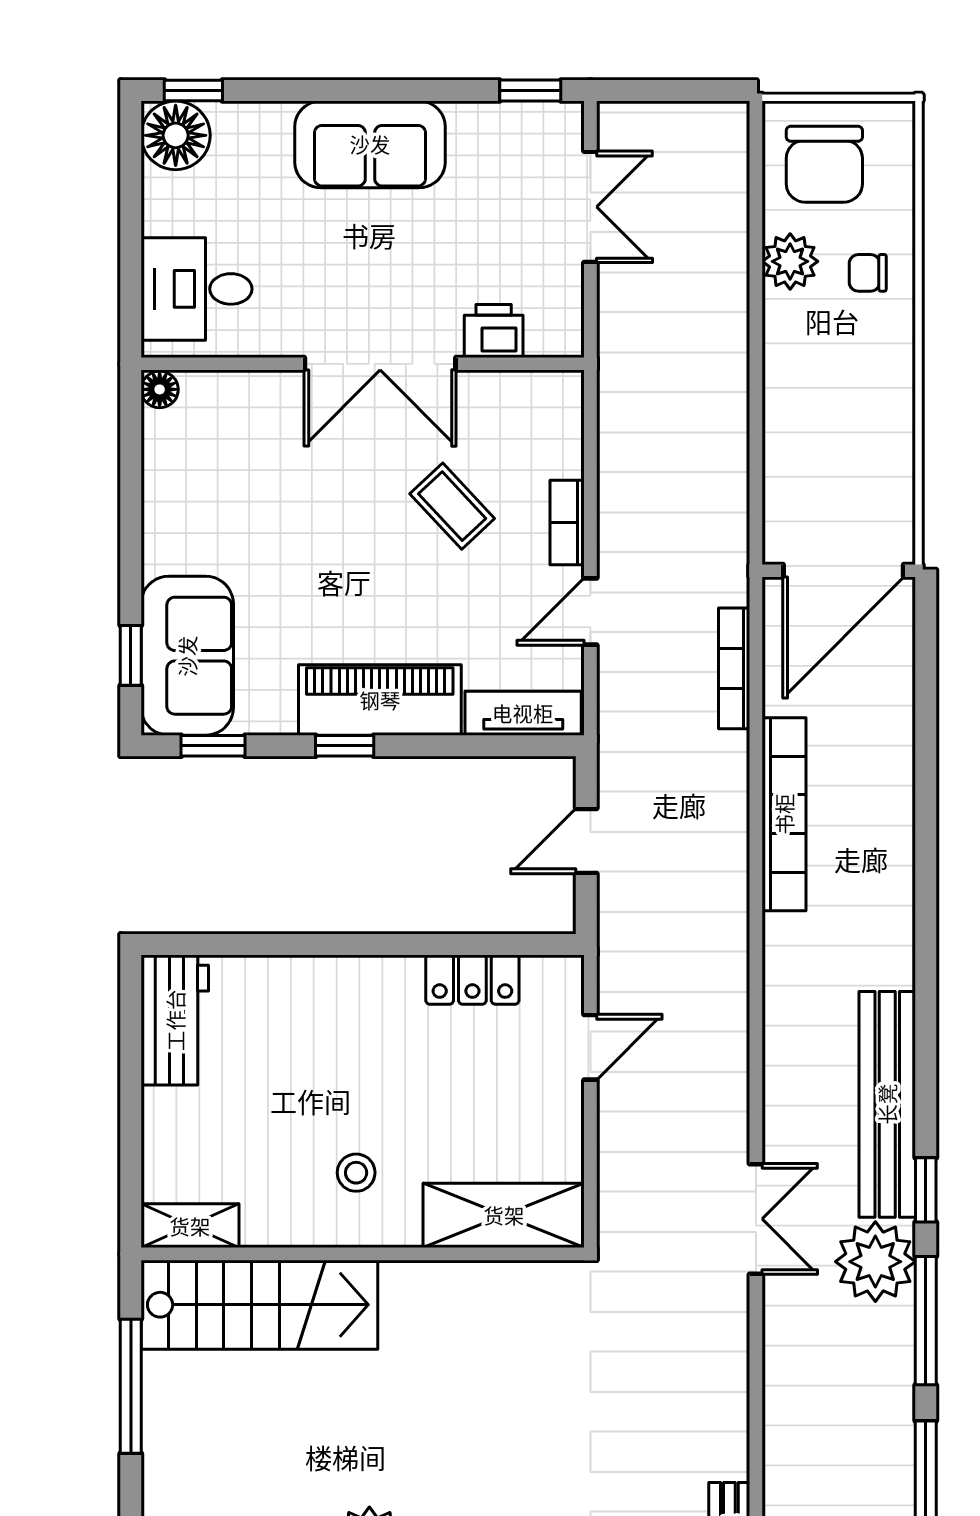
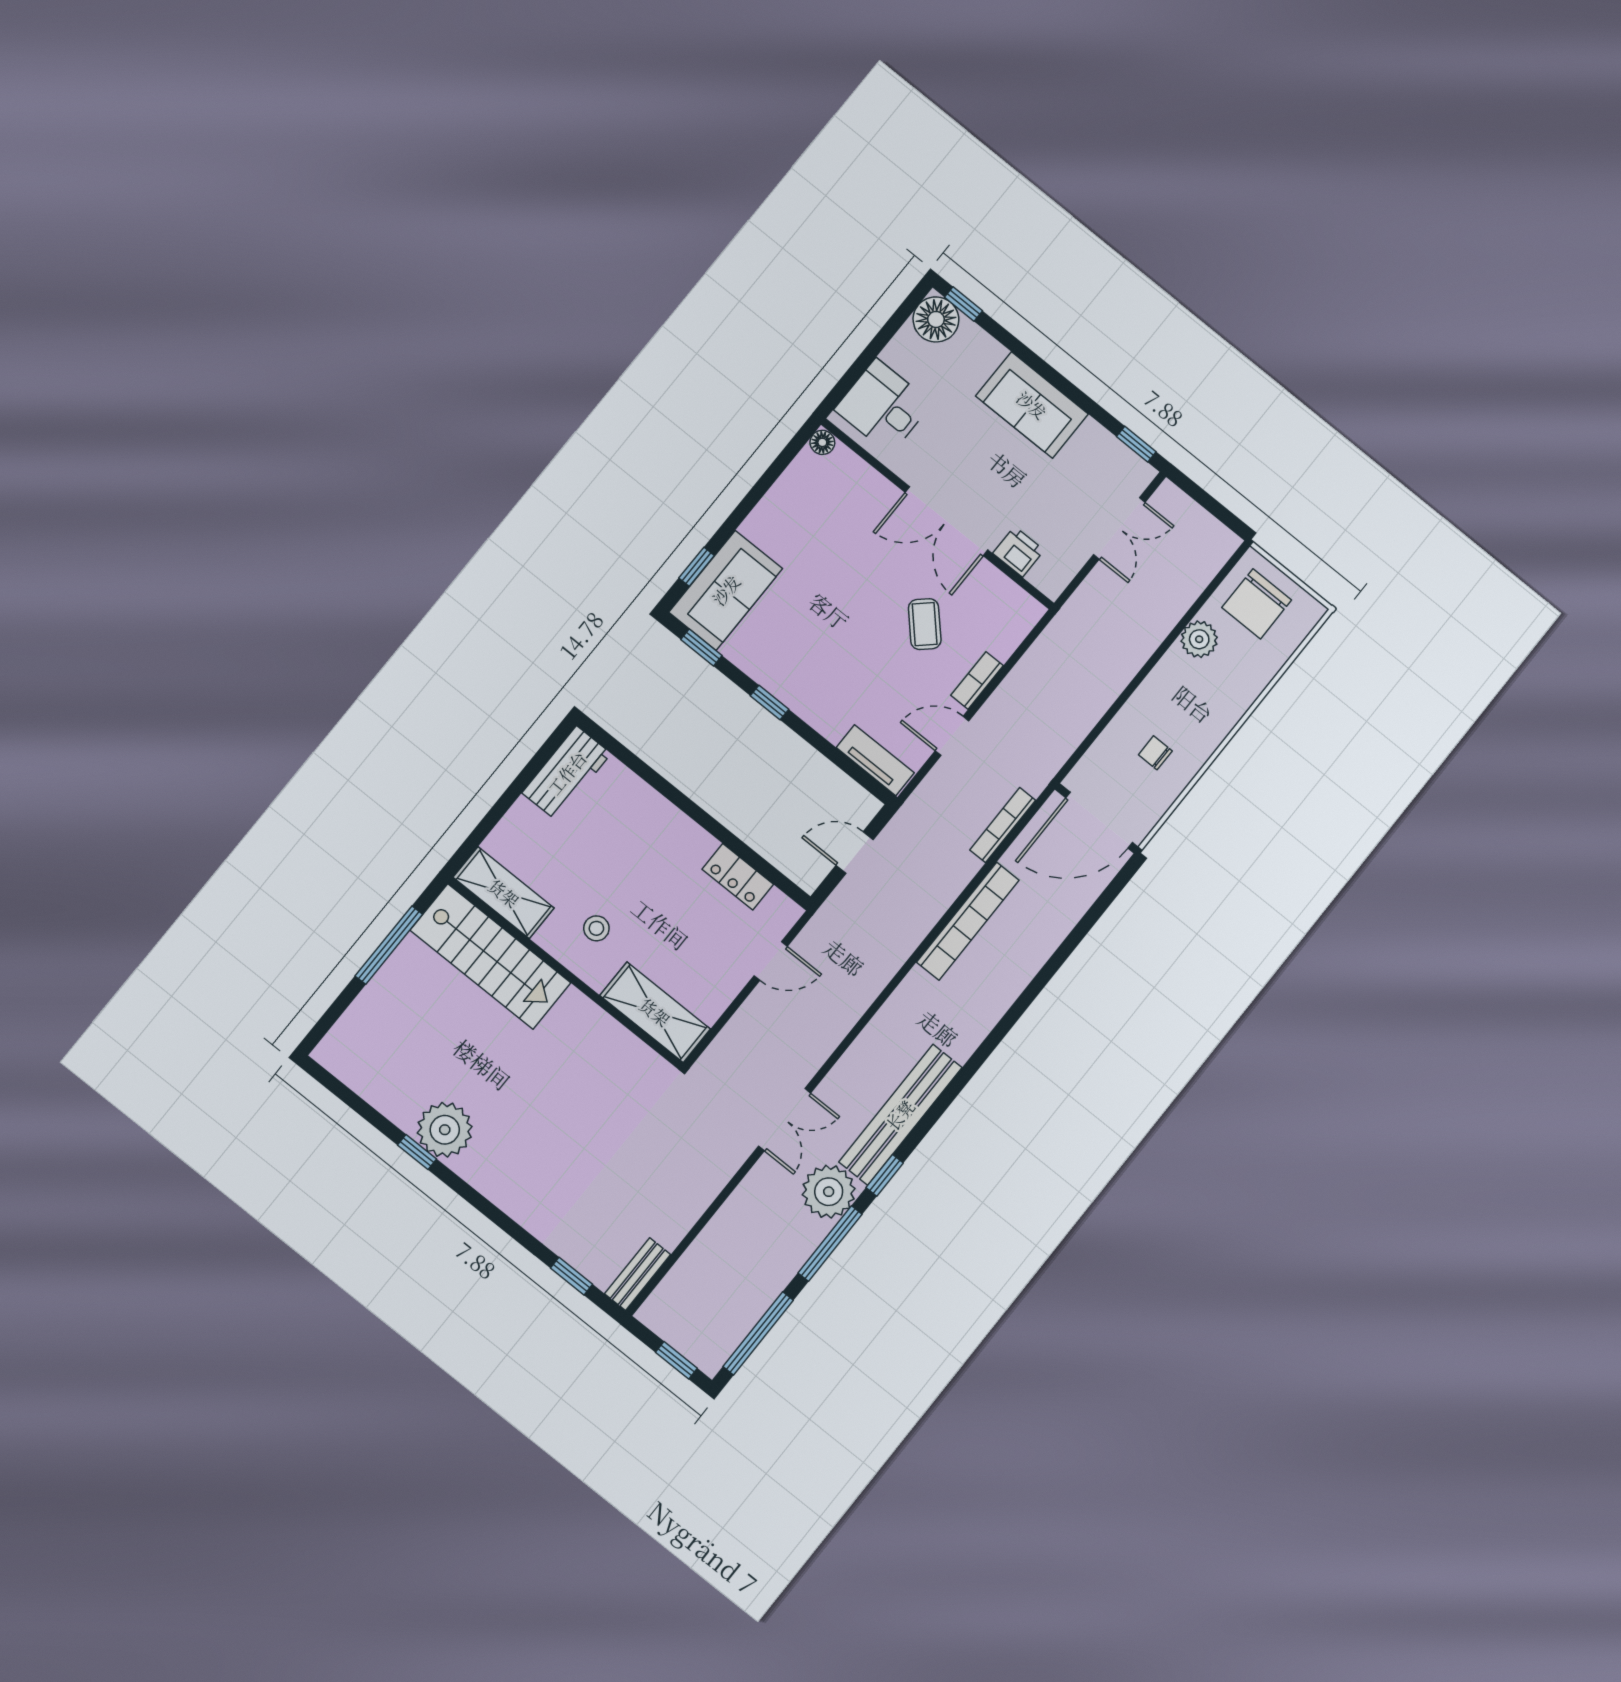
chair: (868, 273) -> (1155, 753), moved
piano: (380, 700) -> (807, 694), removed
shelving: (190, 1226) -> (504, 893), width x1.50, depth x1.33

